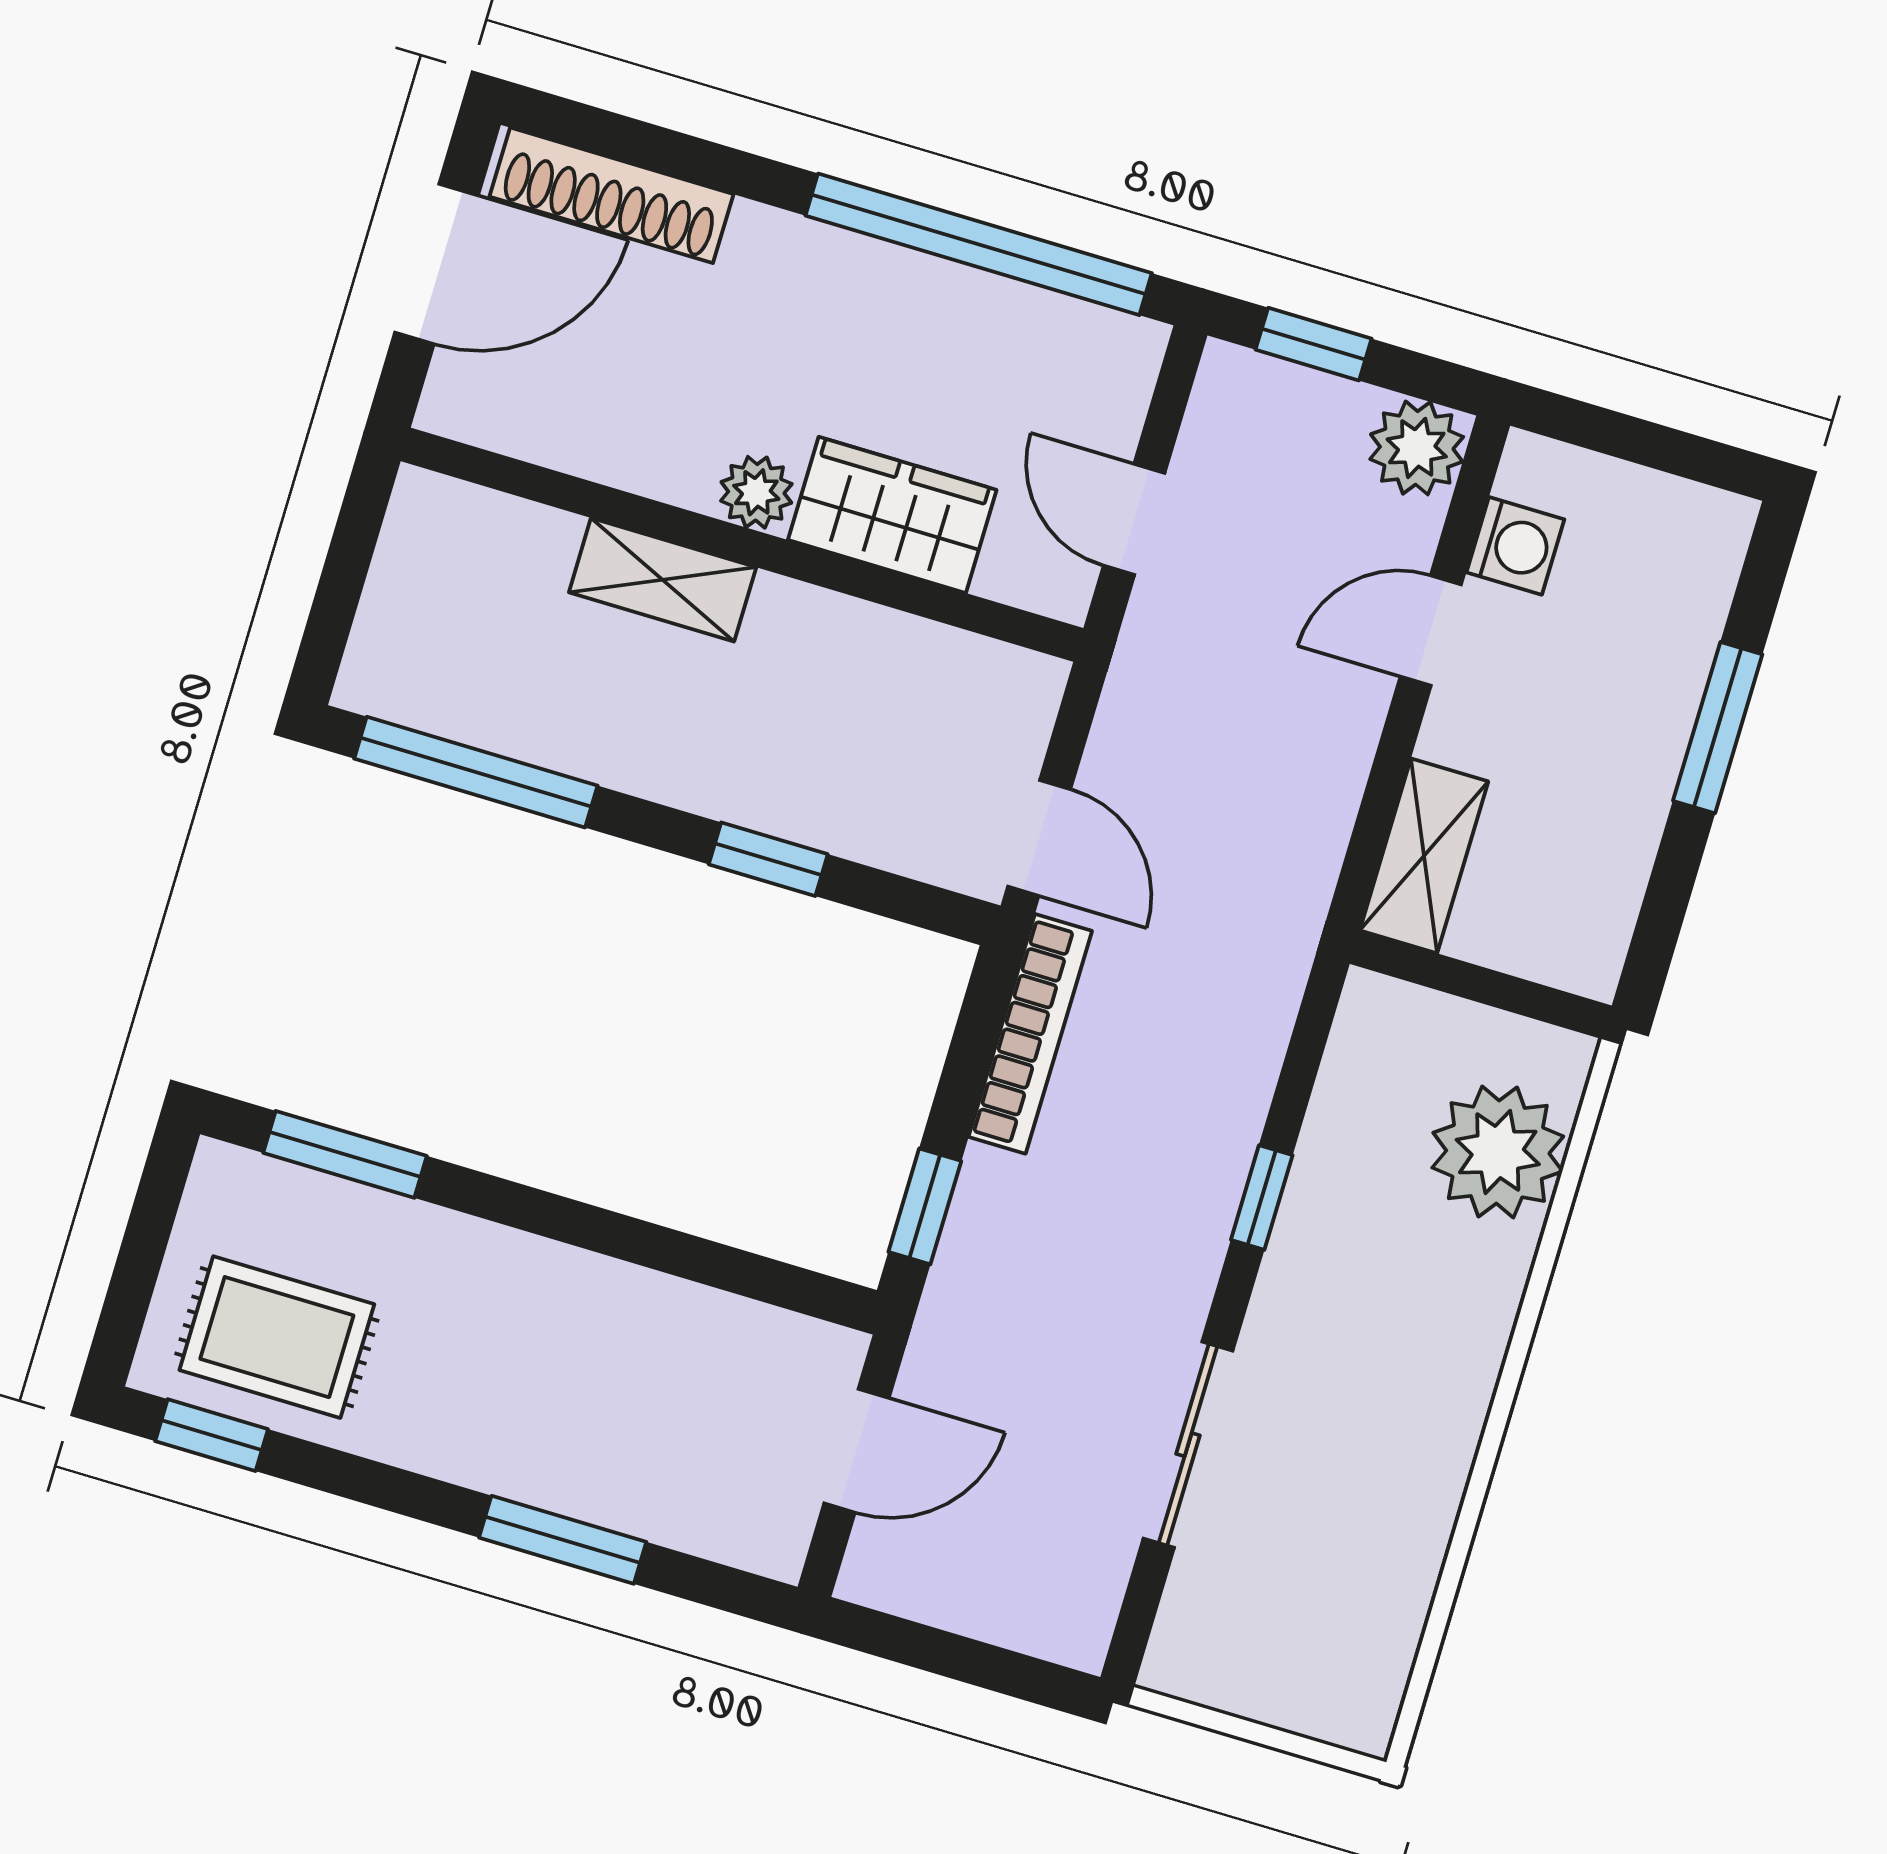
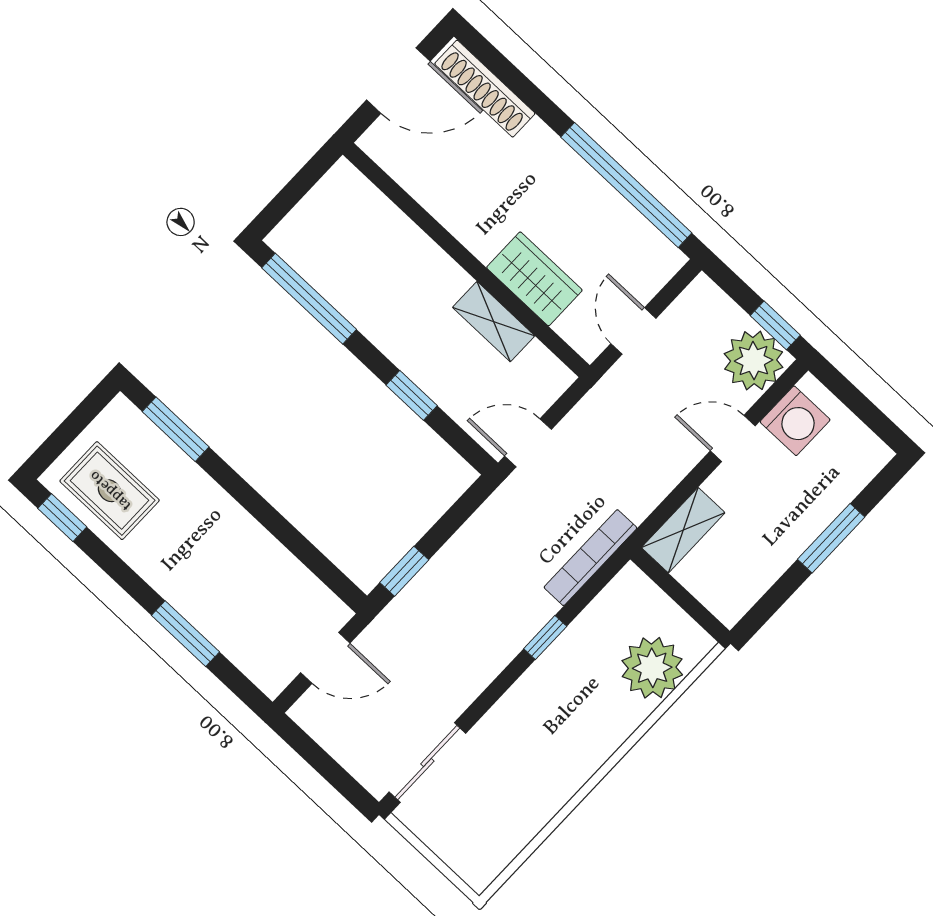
window: (1314, 344) -> (775, 325), moved
plant: (1417, 448) -> (754, 361), width x1.36, depth x1.36
plant: (756, 492) -> (483, 241), removed
washing machine: (1515, 546) -> (795, 421), width x1.38, depth x1.38
shelving: (663, 580) -> (494, 322), moved
door: (1039, 838) -> (528, 443), swing flipped
bookcase: (1030, 1034) -> (590, 558), moved, turned 180
sliding door: (1188, 1445) -> (427, 763), moved

